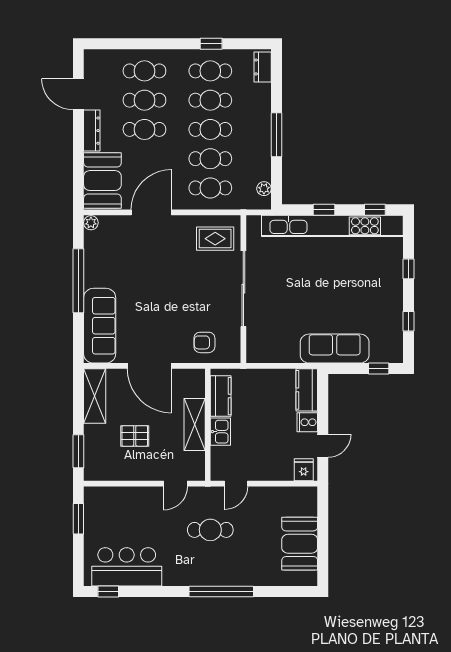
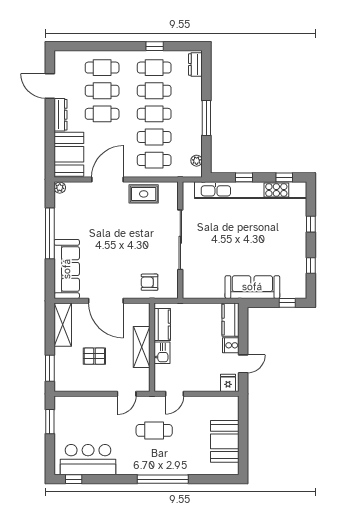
rug: (215, 239) -> (144, 194), moved

